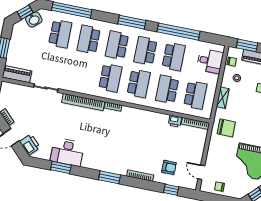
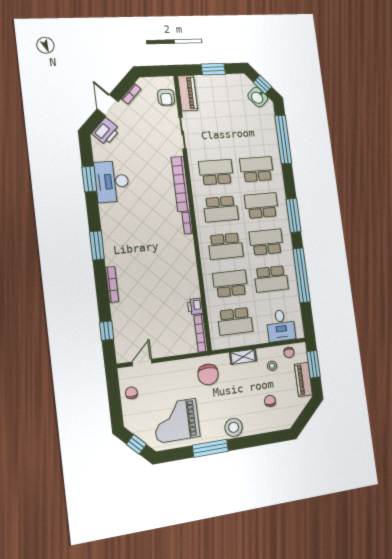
school desk: (60, 34) -> (216, 172), moved, turned 180
armchair: (169, 167) -> (166, 97), moved

